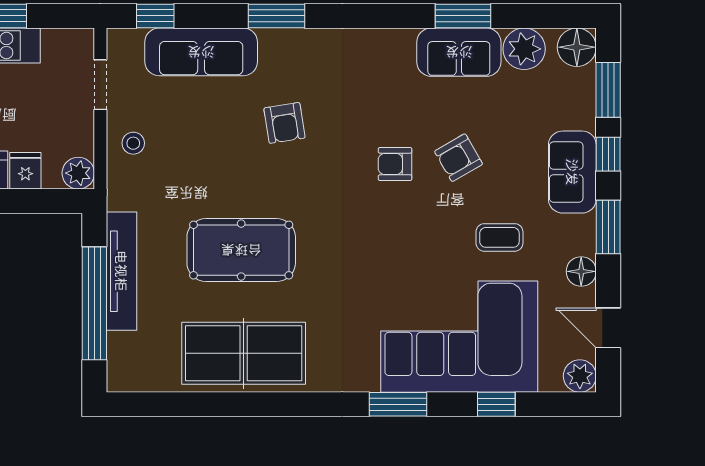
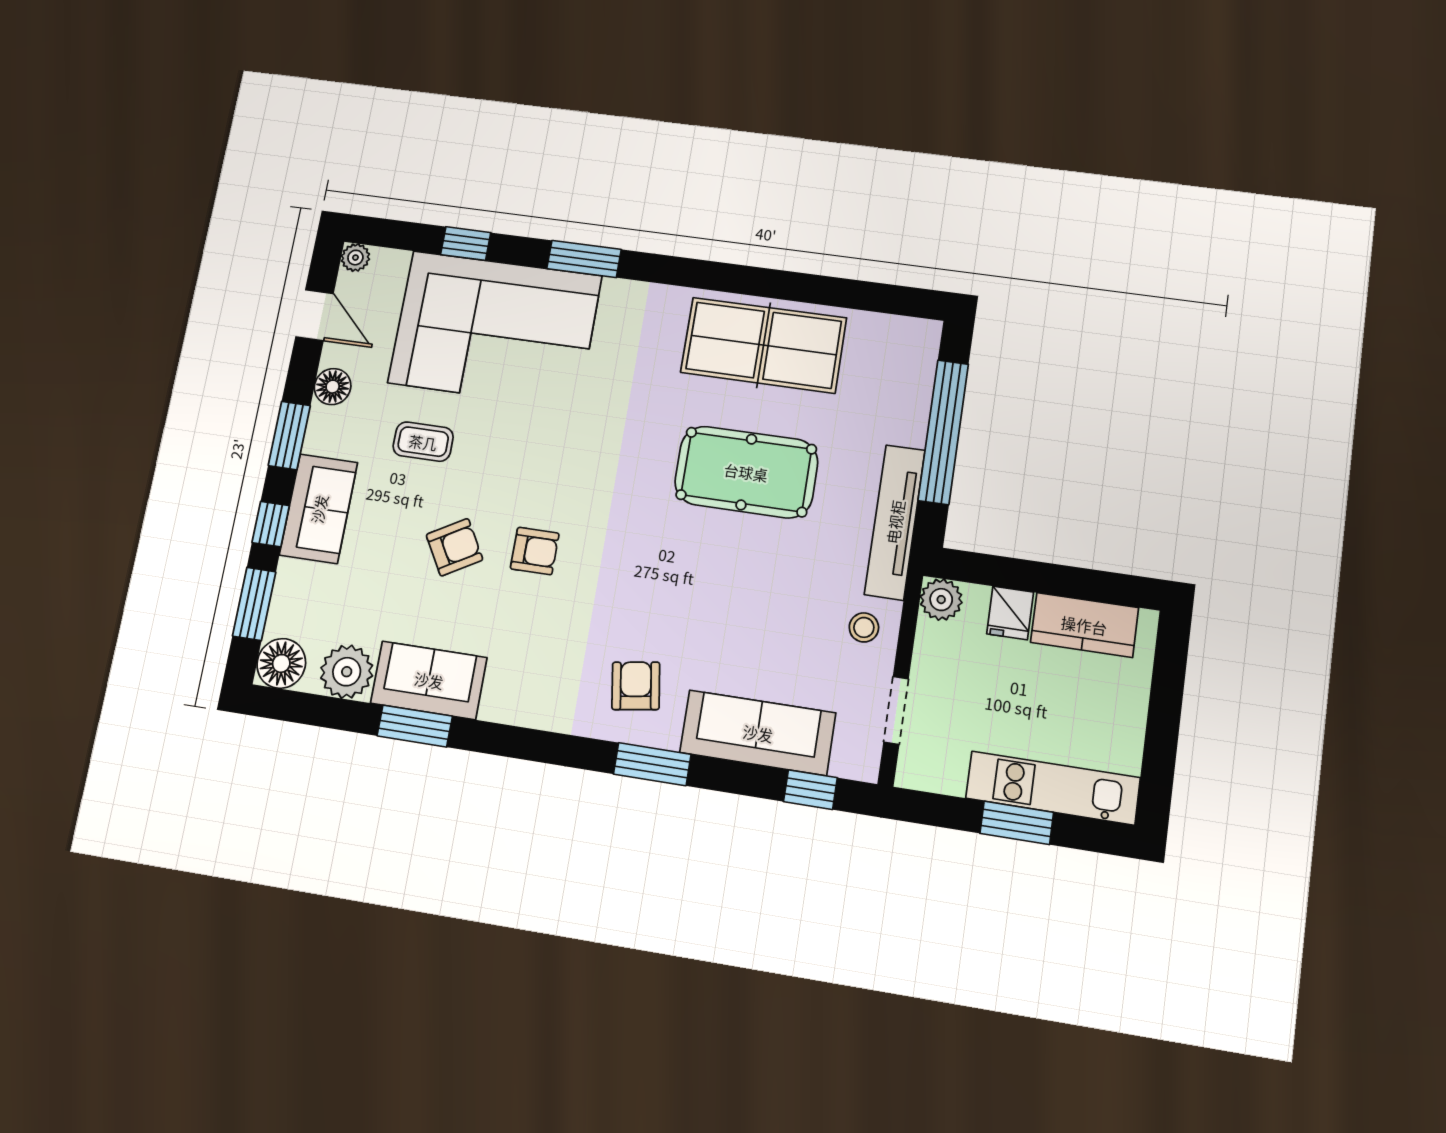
armchair: (284, 123) -> (636, 686), moved
tv unit: (121, 271) -> (895, 522), moved
plant: (580, 376) -> (355, 258), width x0.73, depth x0.73

